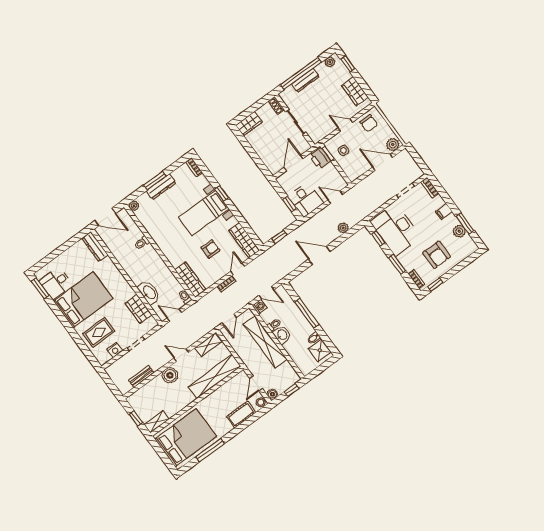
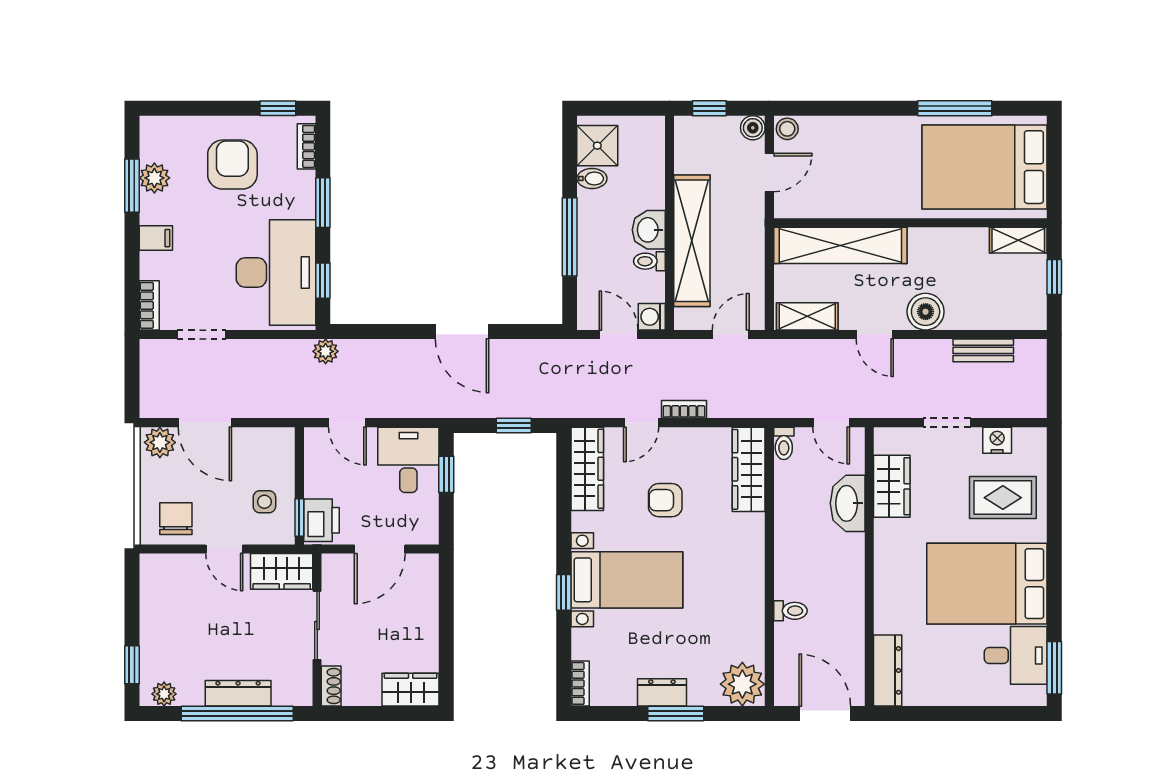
wardrobe: (355, 91) -> (282, 571), moved, turned 90
dresser: (161, 187) -> (662, 692), width x0.70
plant: (134, 206) -> (742, 684), width x1.88, depth x1.88
plant: (343, 228) -> (326, 351), moved
cot: (241, 415) -> (843, 133), removed

